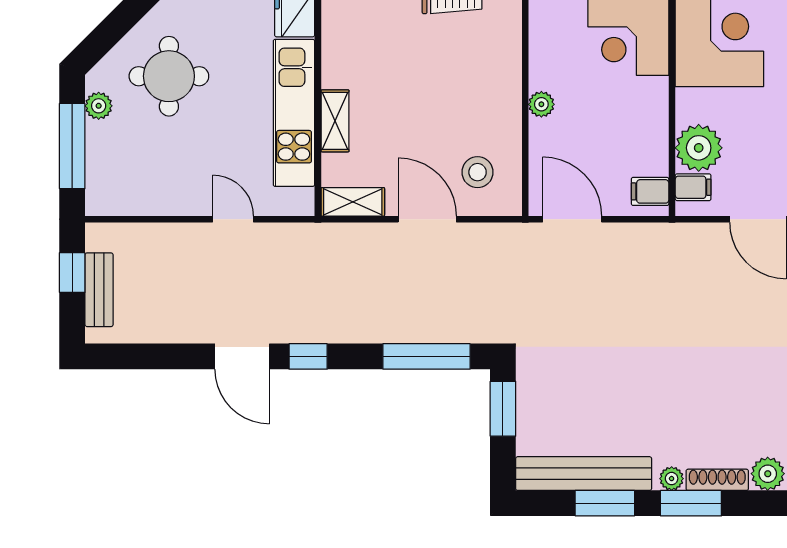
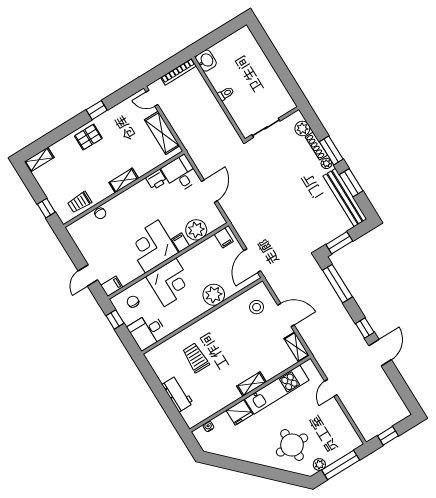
plant: (541, 104) -> (214, 295), width x1.87, depth x1.87
shelving: (335, 121) -> (252, 384), moved
filing cabinet: (693, 187) -> (180, 242), moved
door: (427, 219) -> (286, 315), swing flipped
bench: (99, 290) -> (388, 422), removed

